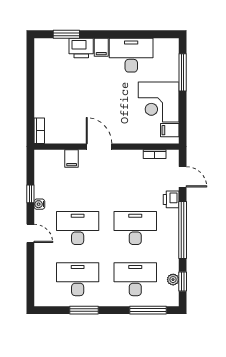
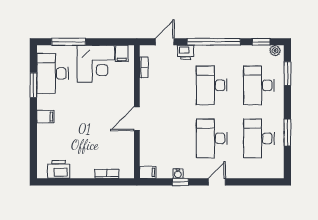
window: (66, 34) -> (33, 85), moved
printer: (81, 48) -> (59, 169), moved, turned -90
desk: (131, 55) -> (53, 73), moved
bookcase: (39, 131) -> (107, 174), moved
filing cabinet: (72, 158) -> (148, 172), moved
water cooler: (39, 204) -> (178, 174), moved
plant: (173, 280) -> (275, 51), moved
window: (148, 310) -> (287, 74), width x0.69

